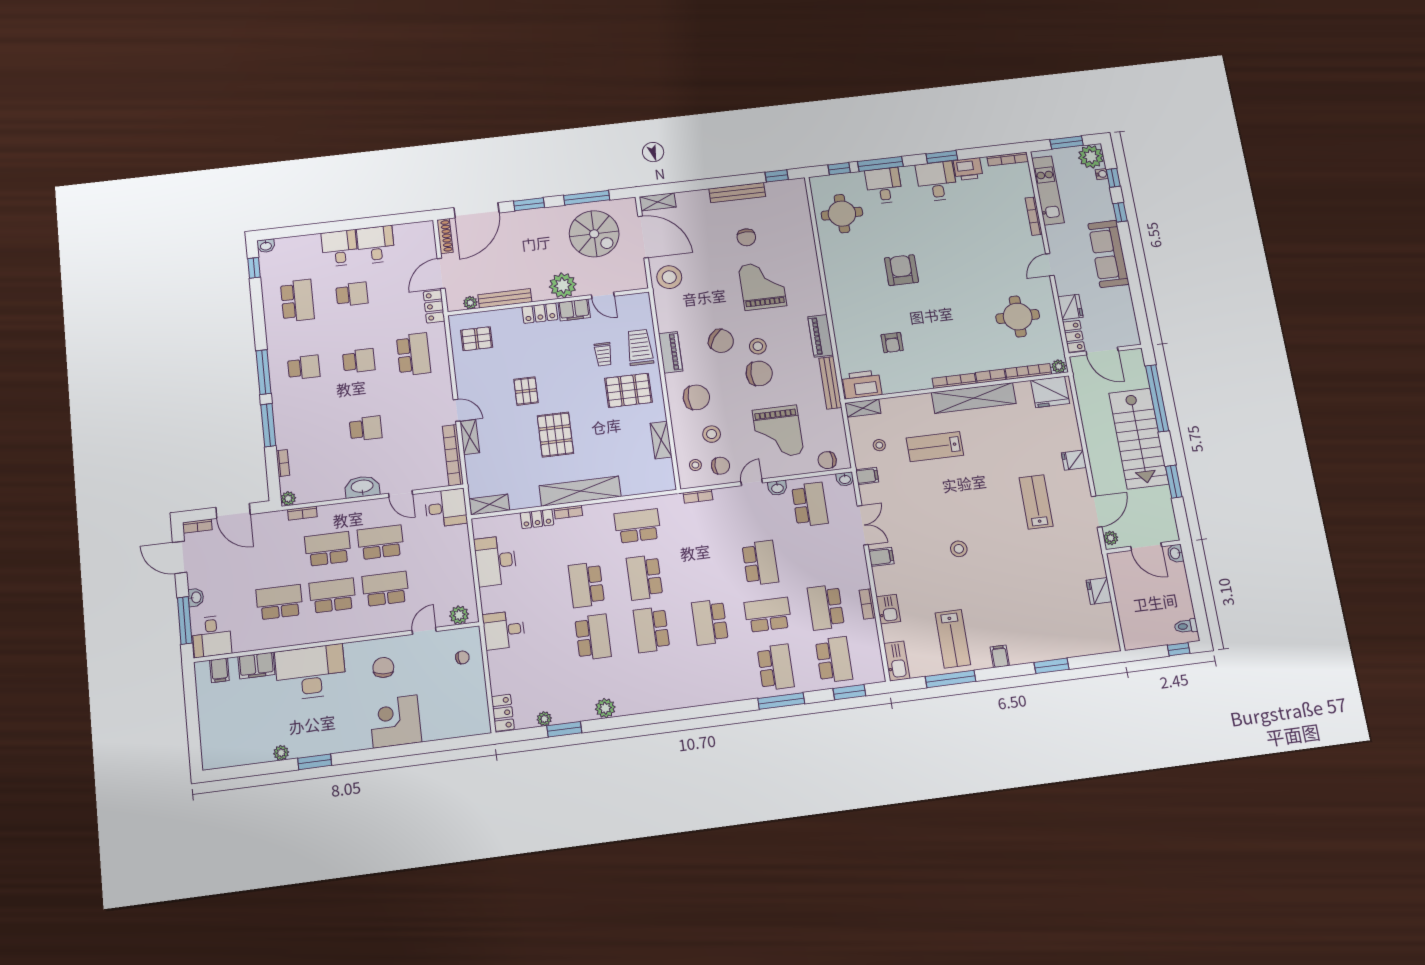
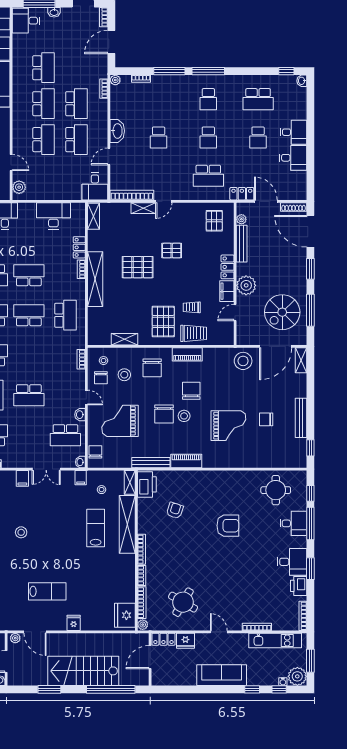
round table: (1018, 317) -> (183, 602), turned 30
chair: (721, 341) -> (191, 391), turned 144
armchair: (892, 343) -> (175, 510), turned 108
shelving: (974, 398) -> (127, 524), moved

